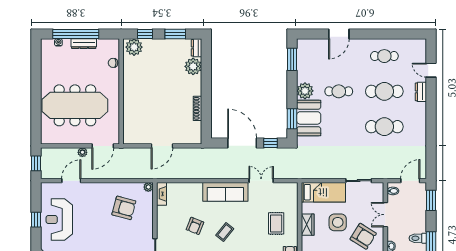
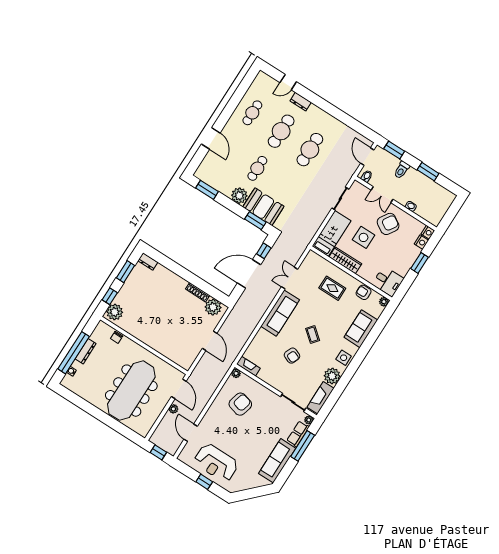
plant: (193, 66) -> (213, 307), moved
wardrobe: (308, 225) -> (345, 260), width x1.50
toilet: (418, 238) -> (402, 170), moved

